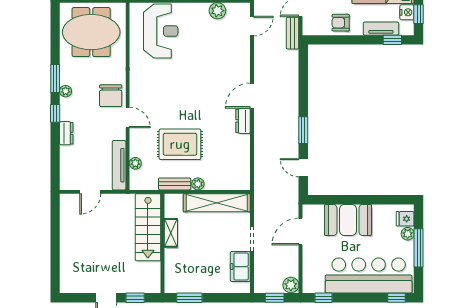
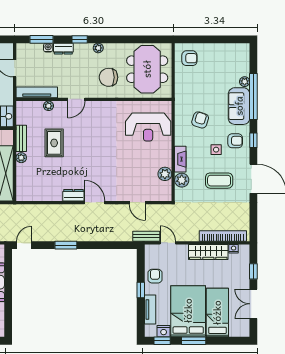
door: (252, 26) -> (137, 203), moved
window: (392, 40) -> (141, 290), moved
window: (55, 78) -> (42, 39), moved
chair: (111, 96) -> (108, 77), moved
rug: (180, 144) -> (54, 143), width x0.73, depth x0.70
water cooler: (65, 152) -> (48, 48), added
plant: (135, 163) -> (49, 106), moved
door: (303, 168) -> (24, 245), moved

